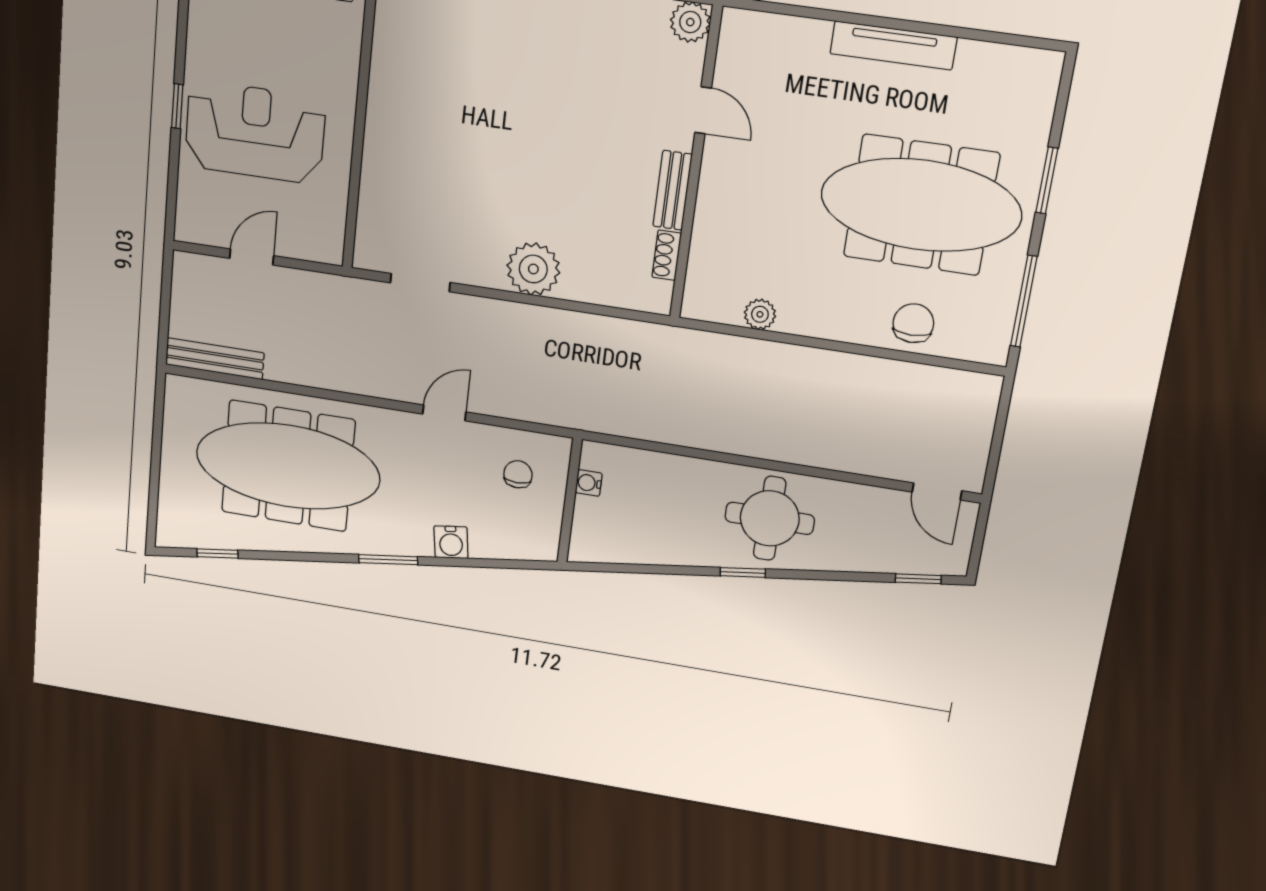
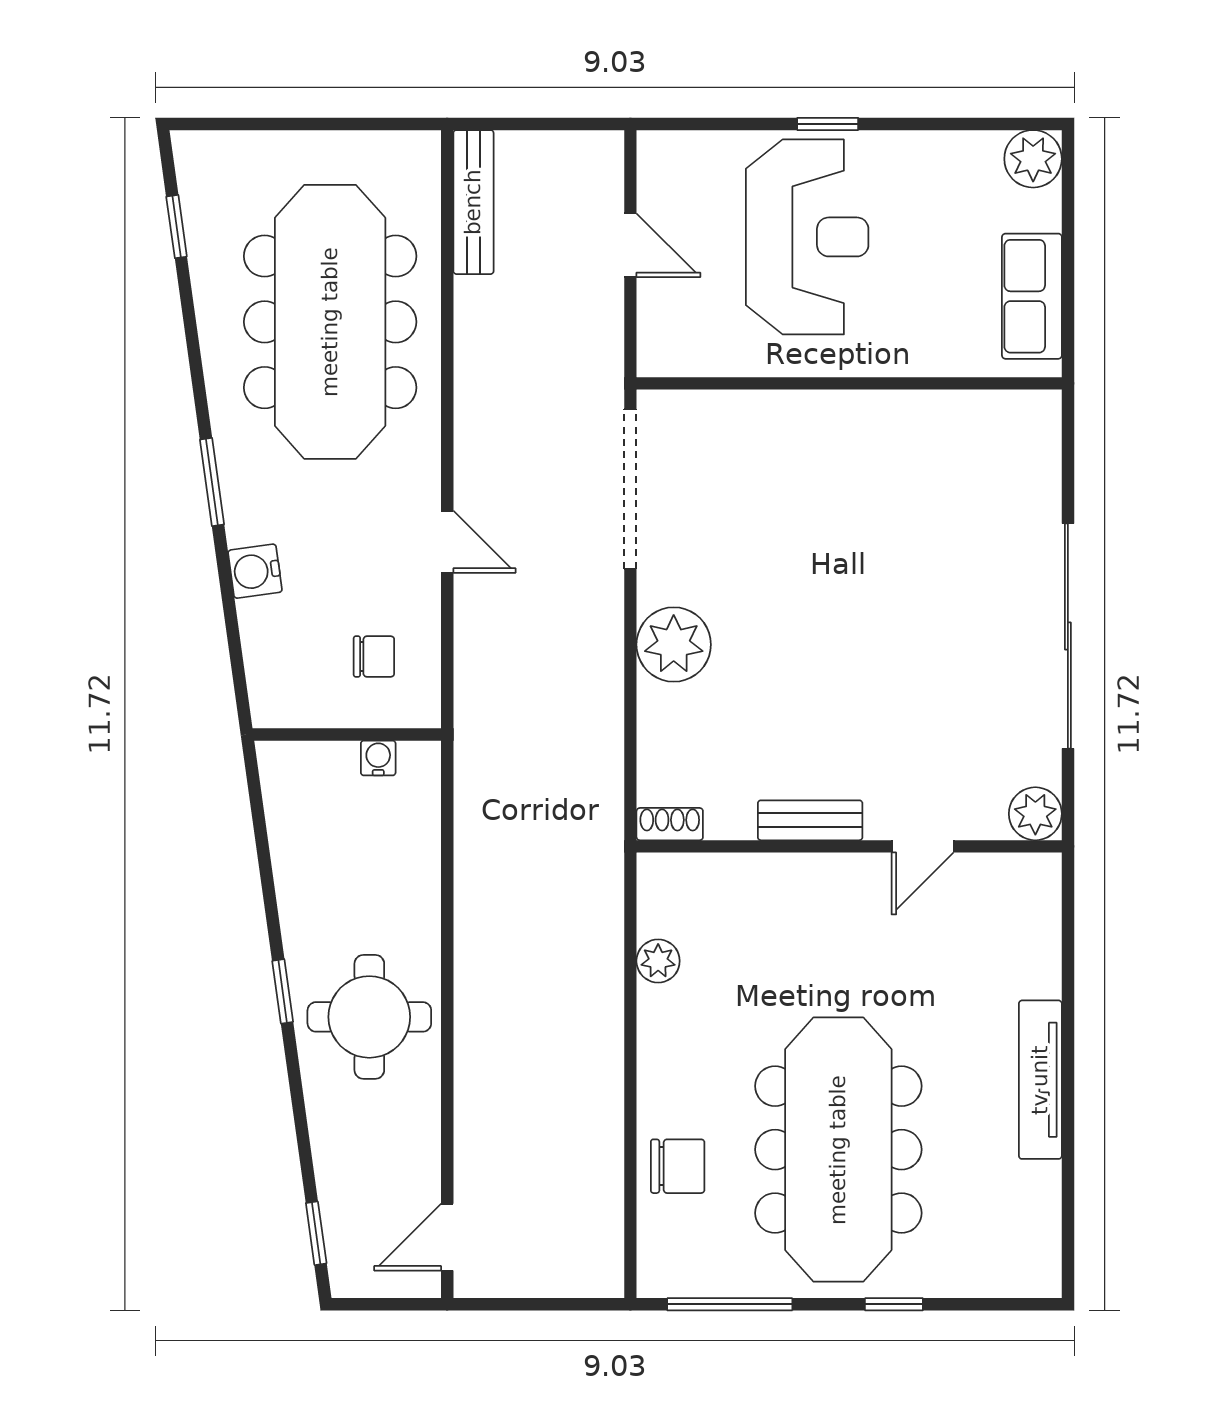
window: (1047, 180) -> (894, 1304), width x0.67
shoe rack: (667, 255) -> (670, 824), moved
doorway: (420, 283) -> (630, 489), width x1.88

